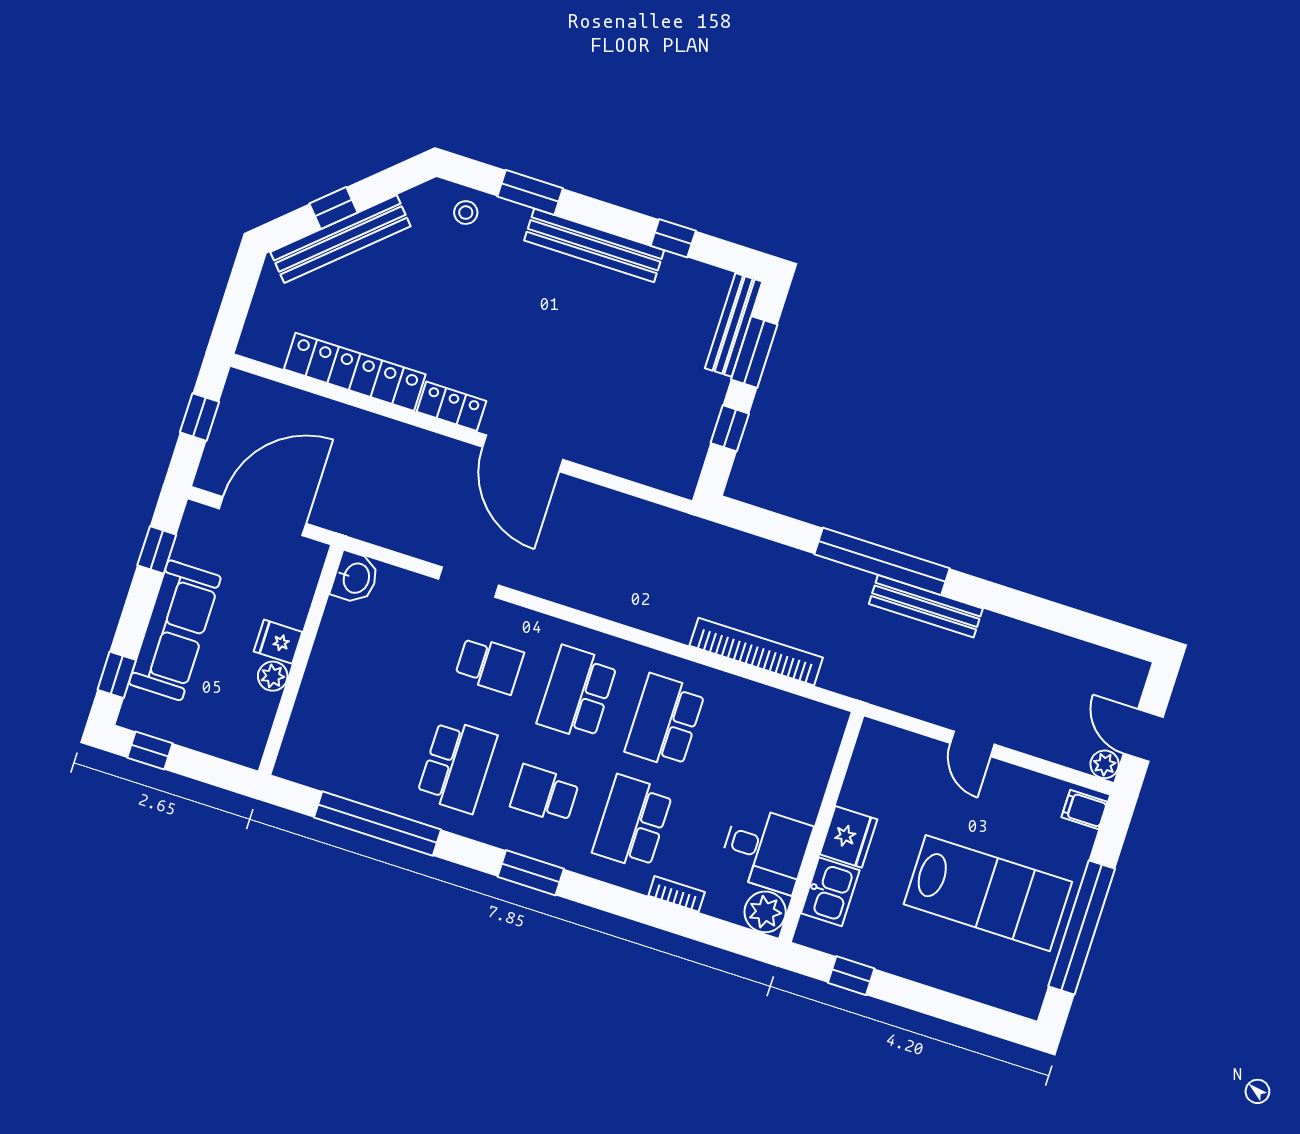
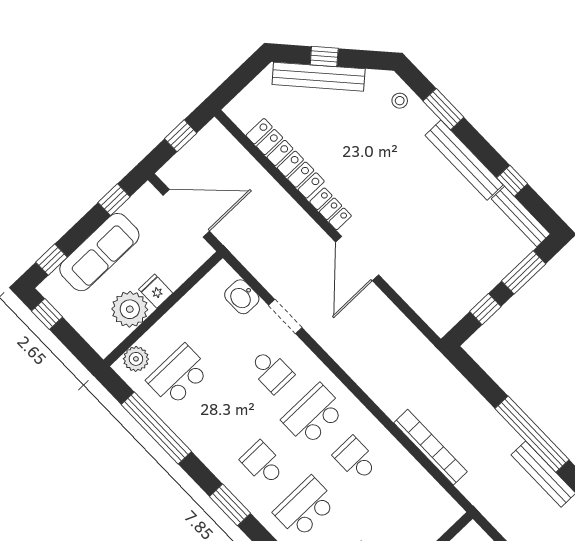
bench: (734, 325) -> (521, 216), moved, turned 90
washbasin: (355, 578) -> (242, 297), moved, turned 90
plant: (273, 676) -> (130, 309), width x1.87, depth x1.87
school desk: (665, 721) -> (356, 459), width x0.54
plant: (301, 746) -> (136, 359), added
school desk: (457, 766) -> (178, 375), moved, turned 180

